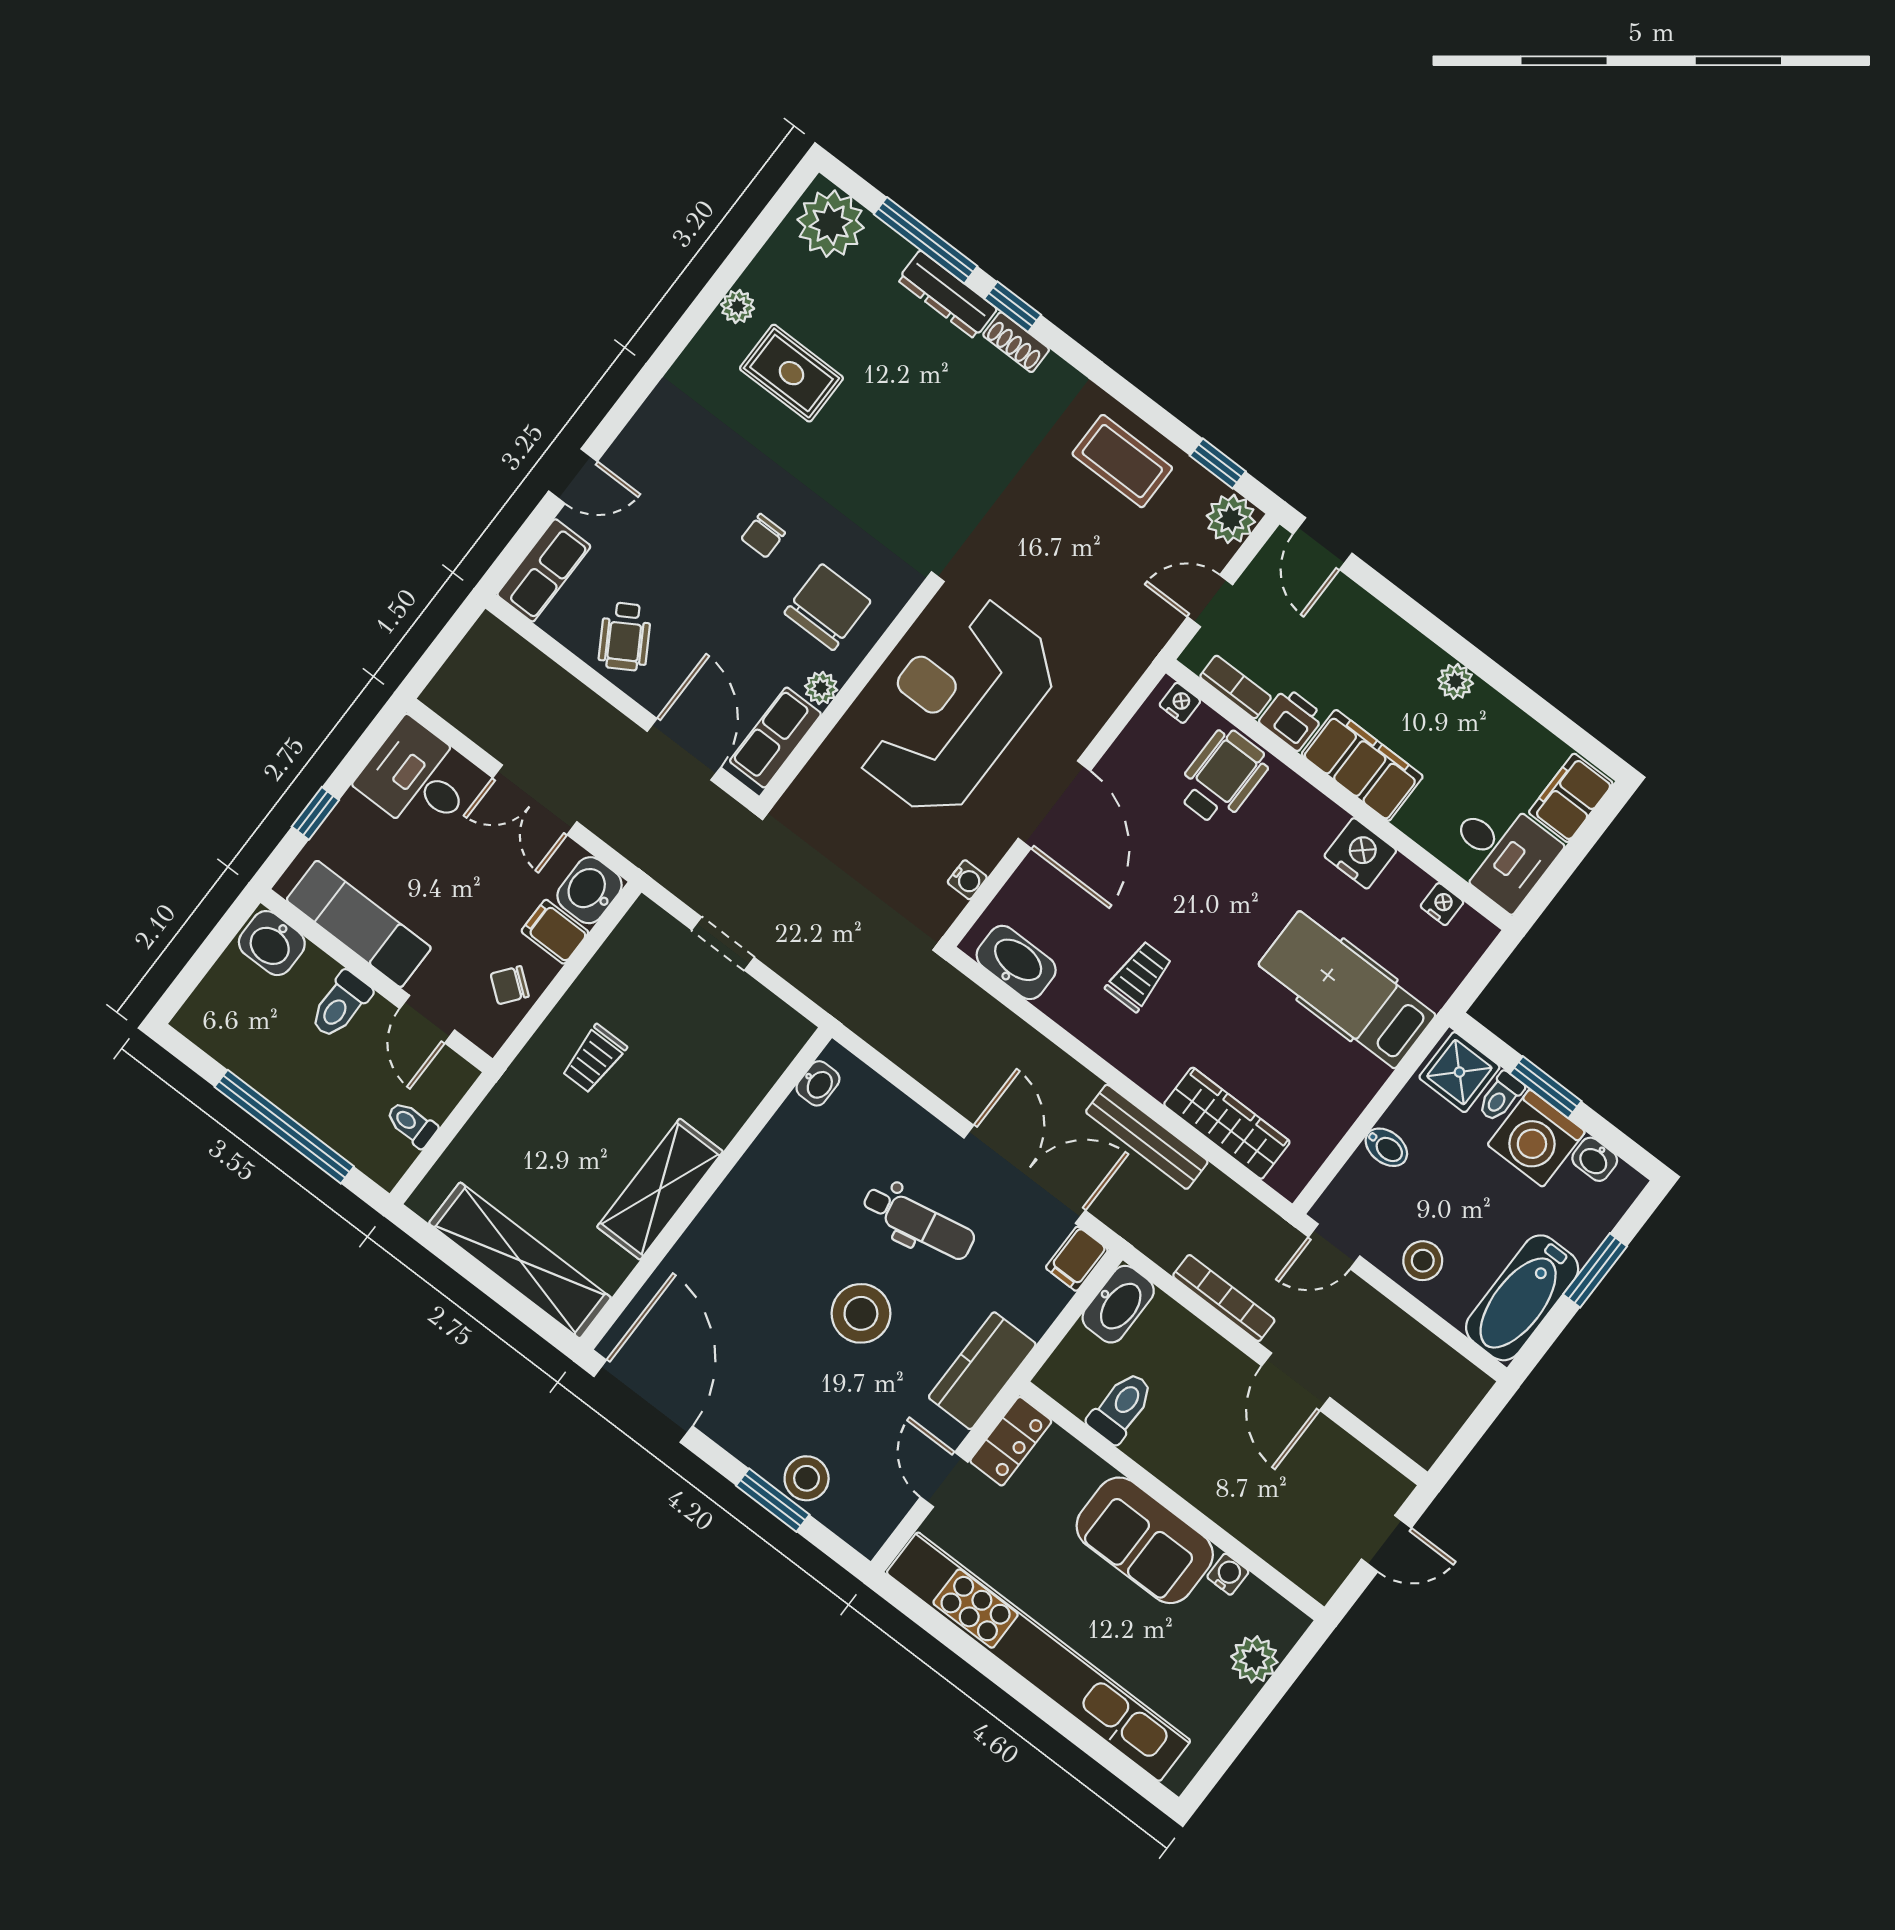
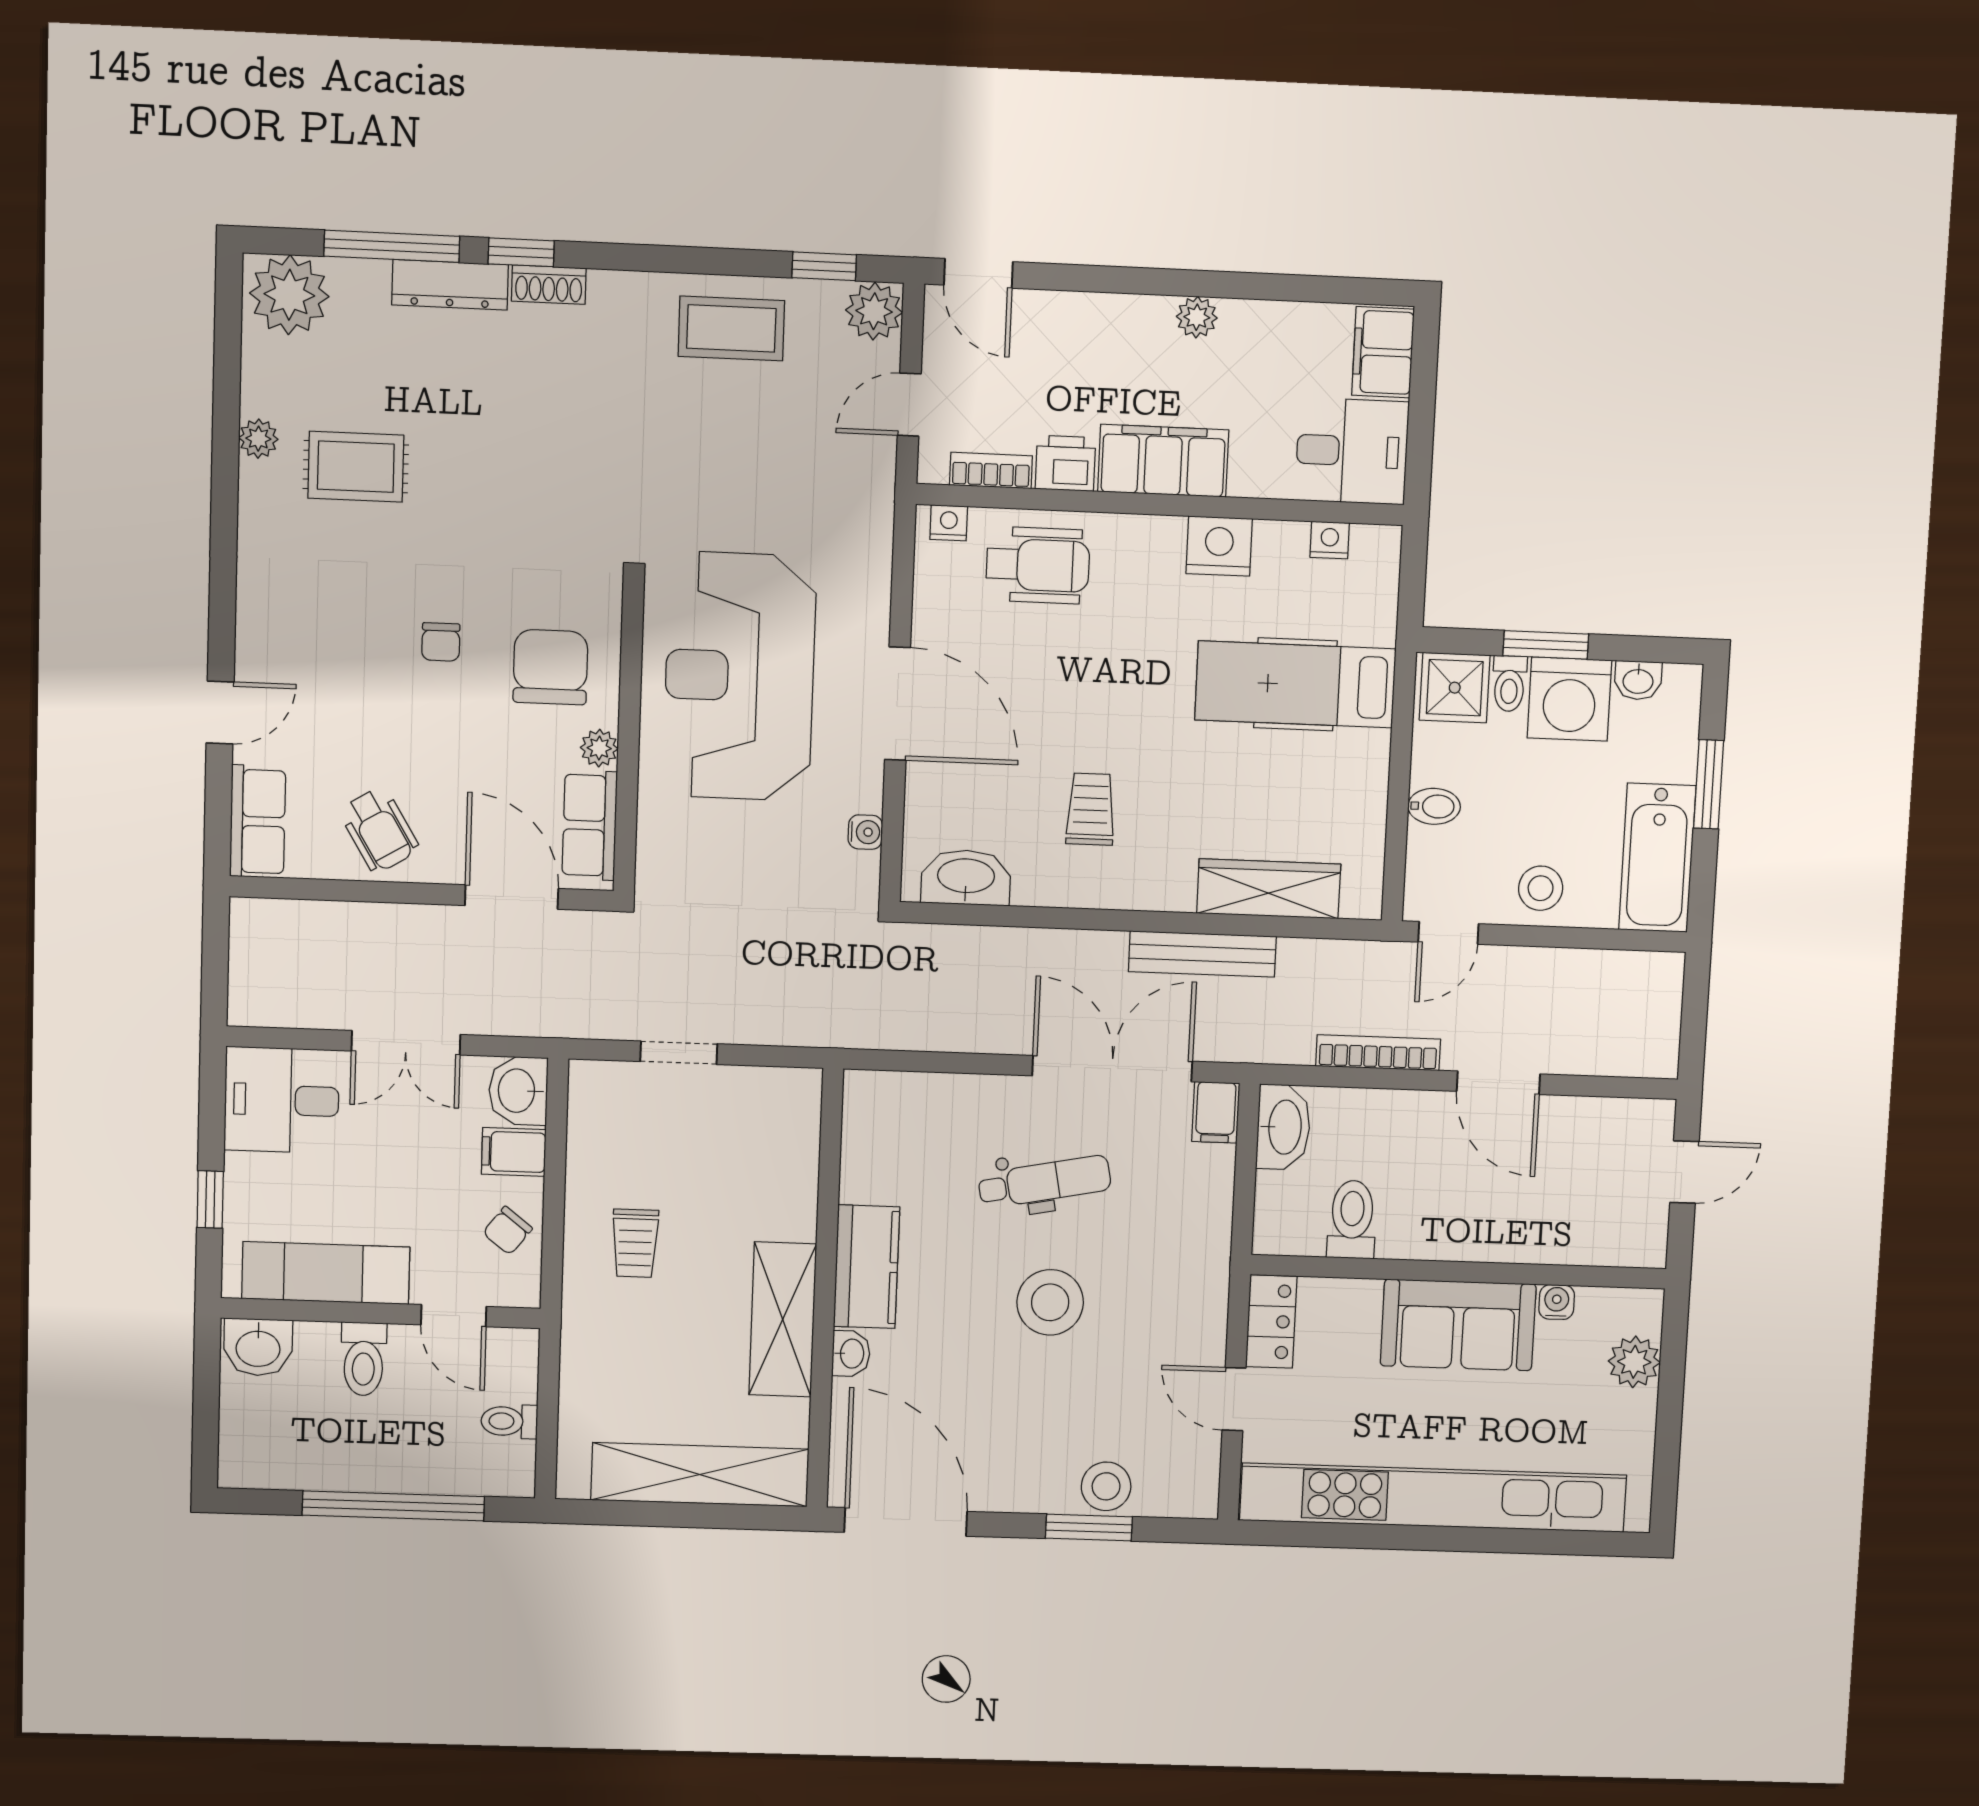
wheelchair: (1222, 777) -> (1038, 565), turned 90
washbasin: (818, 1083) -> (851, 1354), moved
kitchen counter: (982, 1371) -> (867, 1267), moved, turned 180

